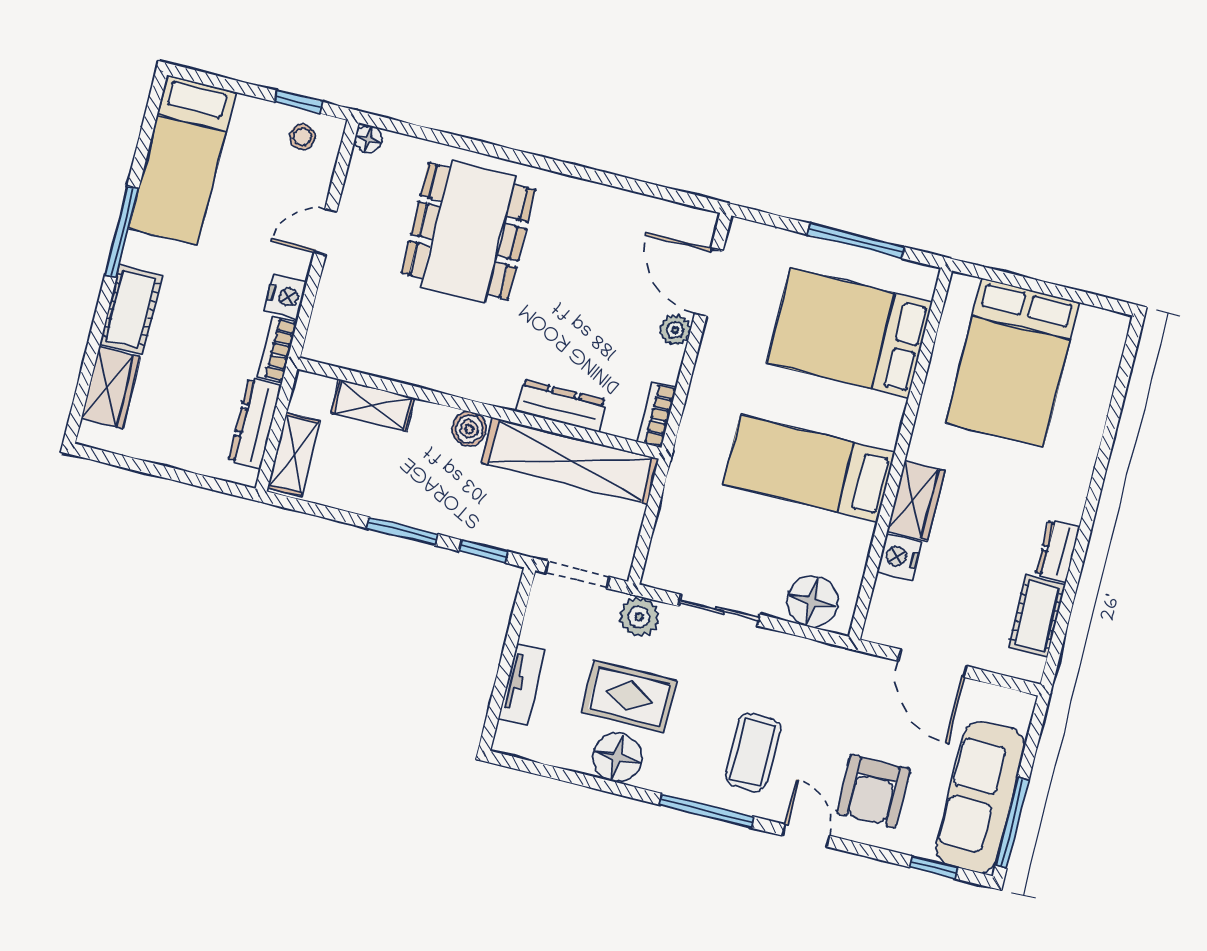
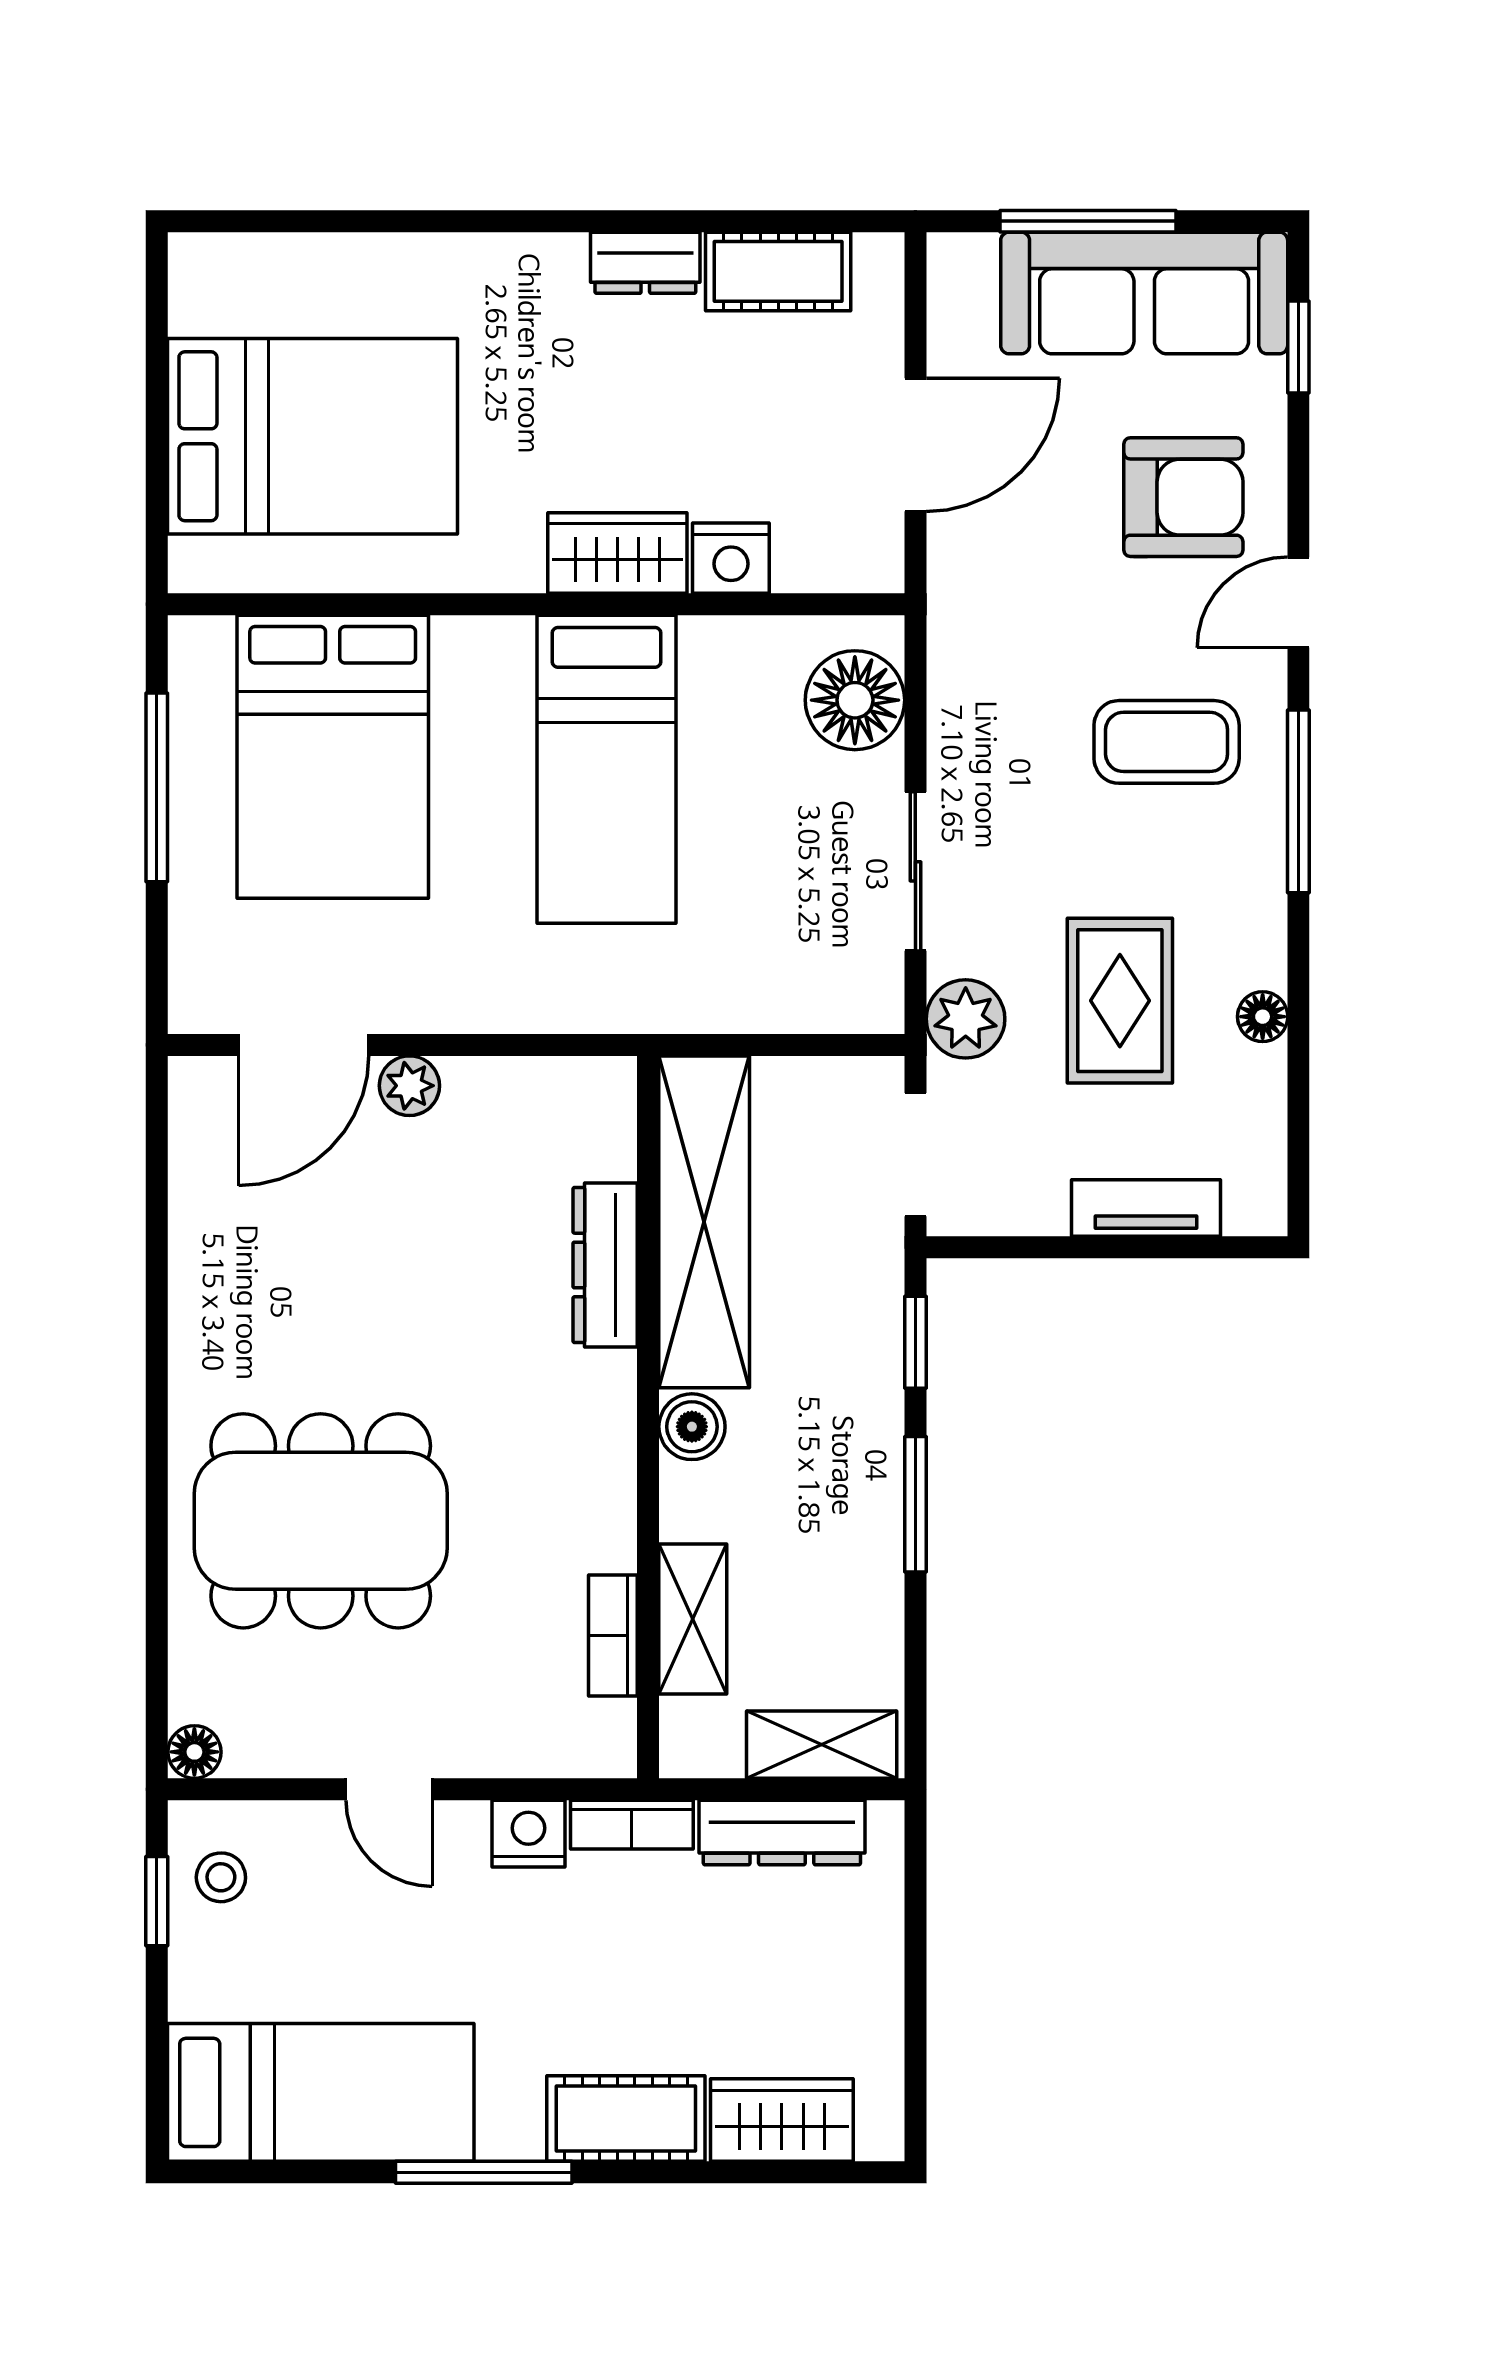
bookcase: (657, 414) -> (613, 1636), moved, turned 90
floor lamp: (617, 758) -> (1263, 1017), width x0.53, depth x0.53
window: (1012, 823) -> (1088, 221), moved

